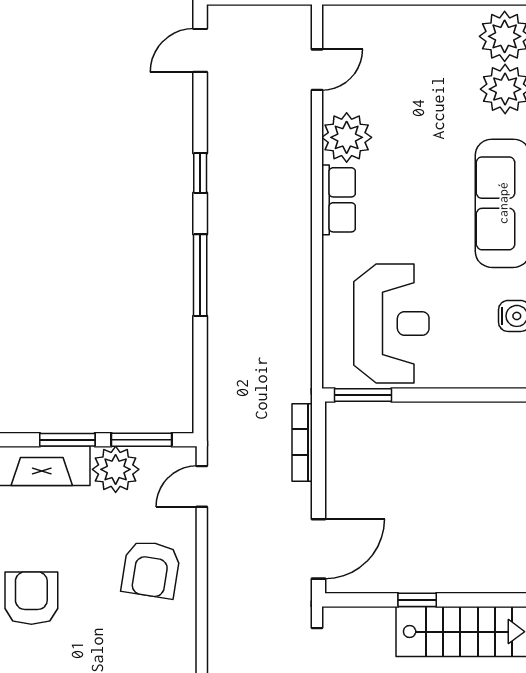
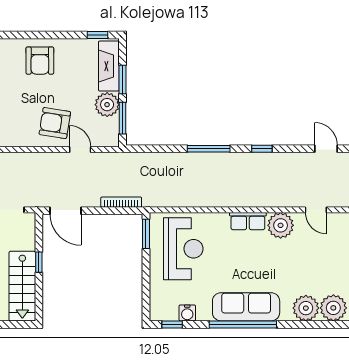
reception desk: (391, 323) -> (183, 249), turned -90
door: (202, 486) -> (80, 150), moved
armchair: (31, 598) -> (40, 61), turned 90

